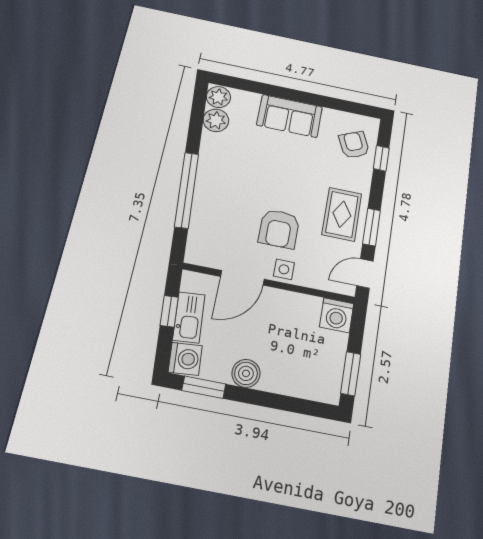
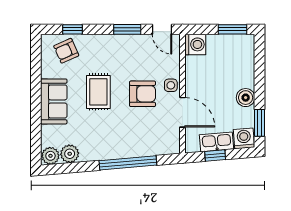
rug: (342, 214) -> (98, 92), moved, turned 90

